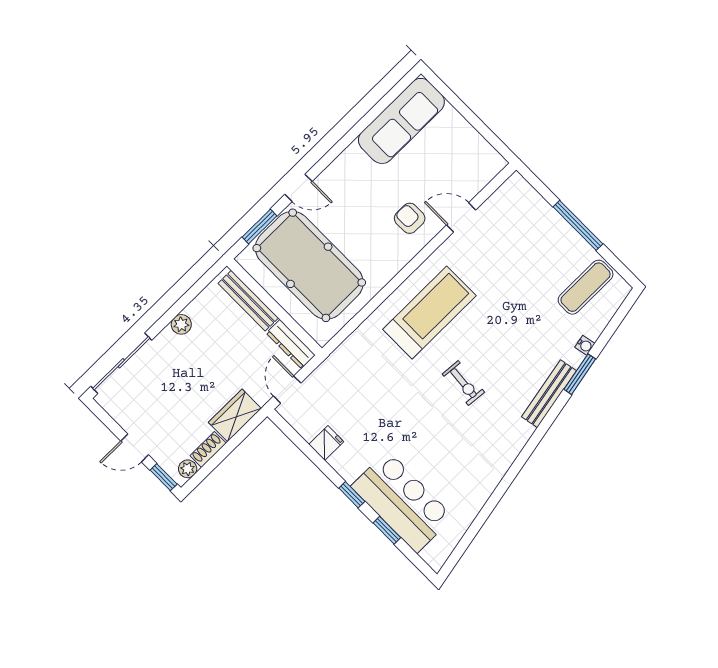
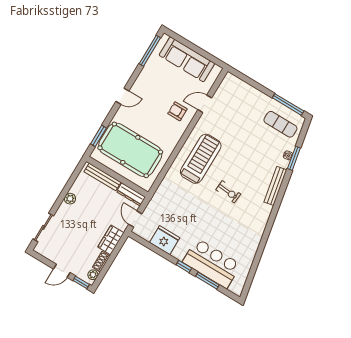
window: (388, 99) -> (150, 51), added
sofa: (401, 121) -> (187, 59), moved, turned 90
door: (299, 188) -> (122, 96), moved
window: (578, 225) -> (288, 104), moved
exercise mat: (586, 287) -> (280, 124), turned 90
sliding door: (121, 363) -> (43, 227), width x0.73
window: (580, 374) -> (294, 158), moved
fridge: (326, 443) -> (165, 240), width x1.88, depth x1.34
window: (387, 530) -> (207, 281), width x1.50

